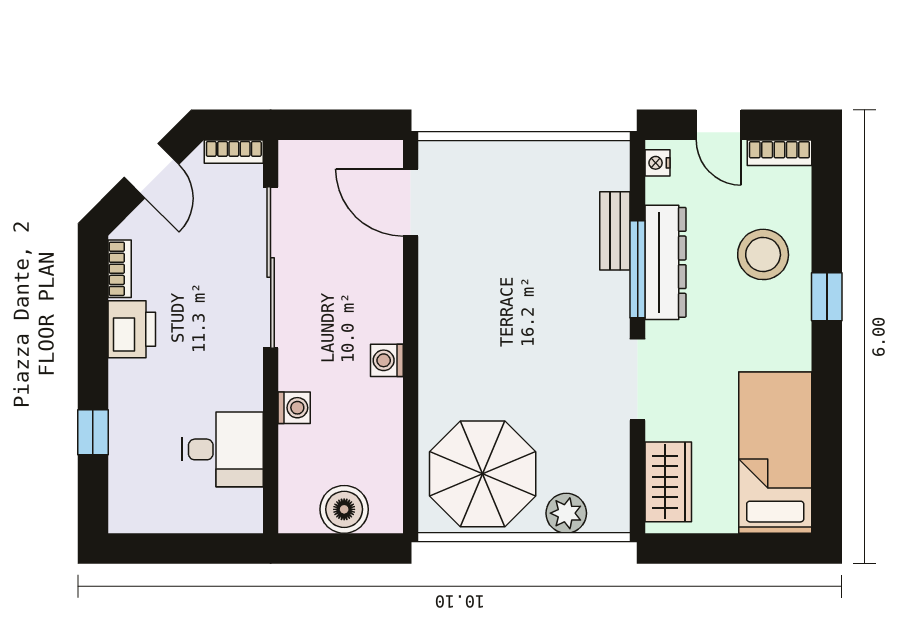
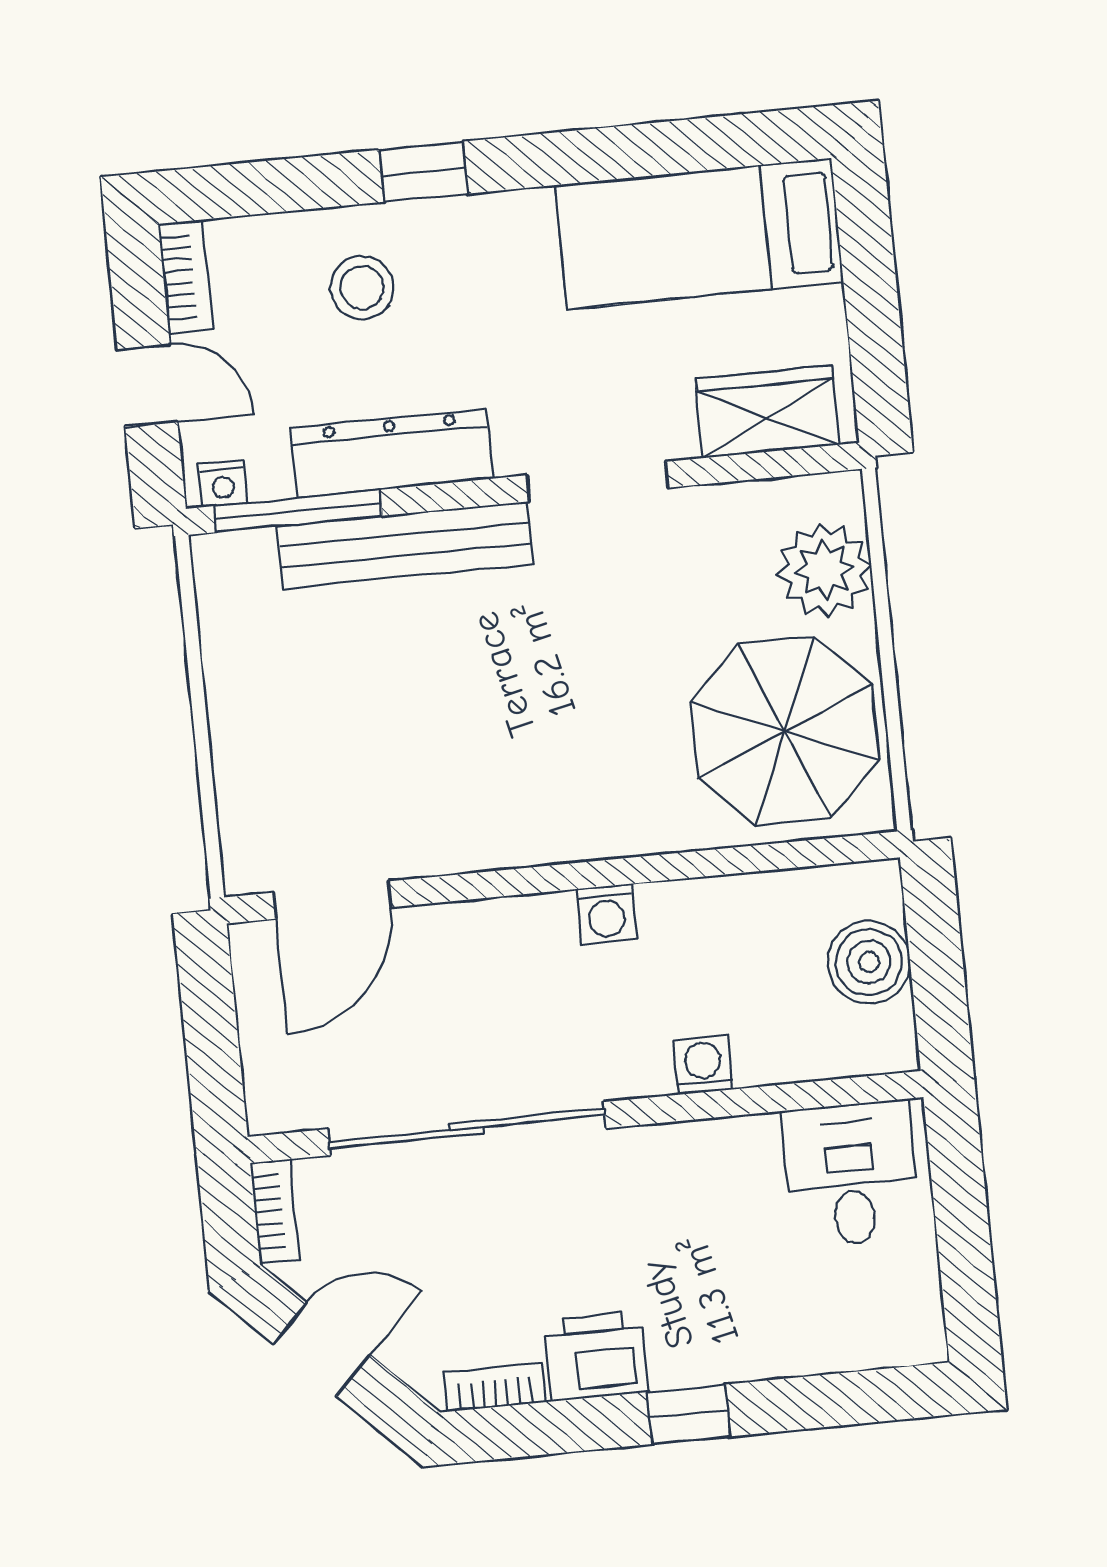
door: (719, 125) -> (148, 386), hinge flipped
bench: (615, 231) -> (405, 545), width x1.86, depth x1.21
stool: (763, 254) -> (362, 288), width x0.73, depth x0.73
window: (638, 269) -> (298, 511), moved
window: (93, 432) -> (689, 1414), moved
desk: (223, 449) -> (851, 1174), moved
plant: (566, 513) -> (824, 570), width x1.36, depth x1.36

